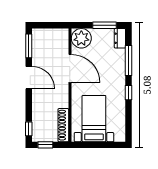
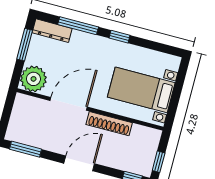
dresser: (120, 38) -> (52, 31), width x1.44
door: (29, 78) -> (79, 163), moved
shoe rack: (63, 125) -> (109, 124), moved

